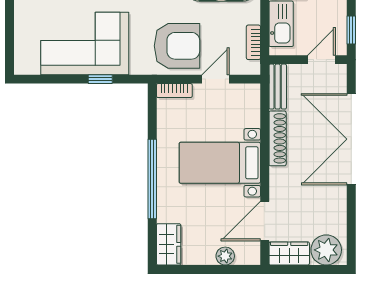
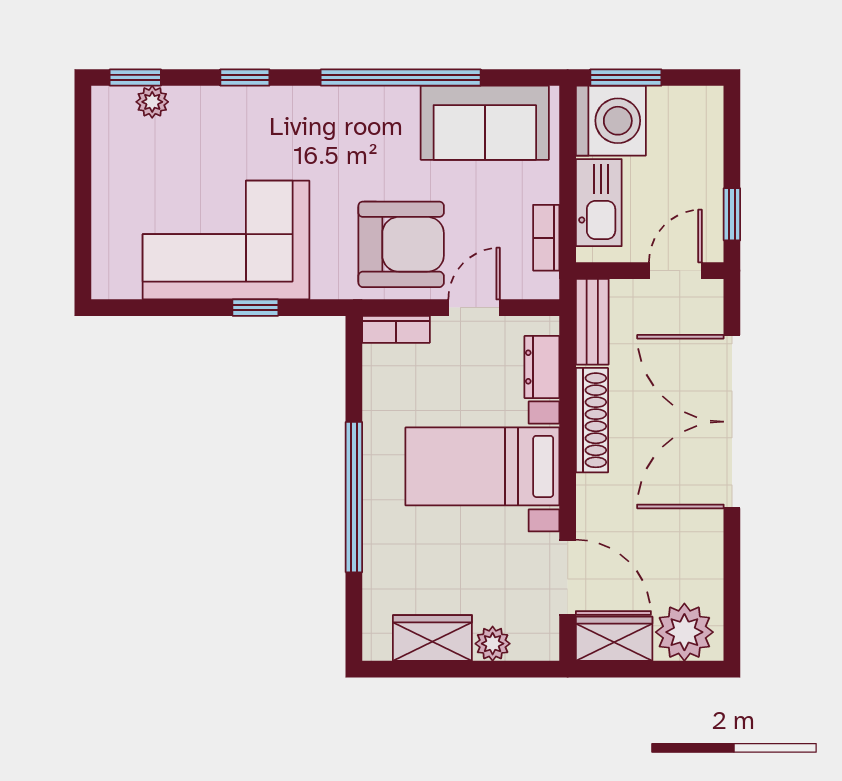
dresser: (251, 110) -> (542, 367), added
door: (265, 221) -> (568, 577), swing flipped
wardrobe: (169, 244) -> (432, 638), moved, turned -90

